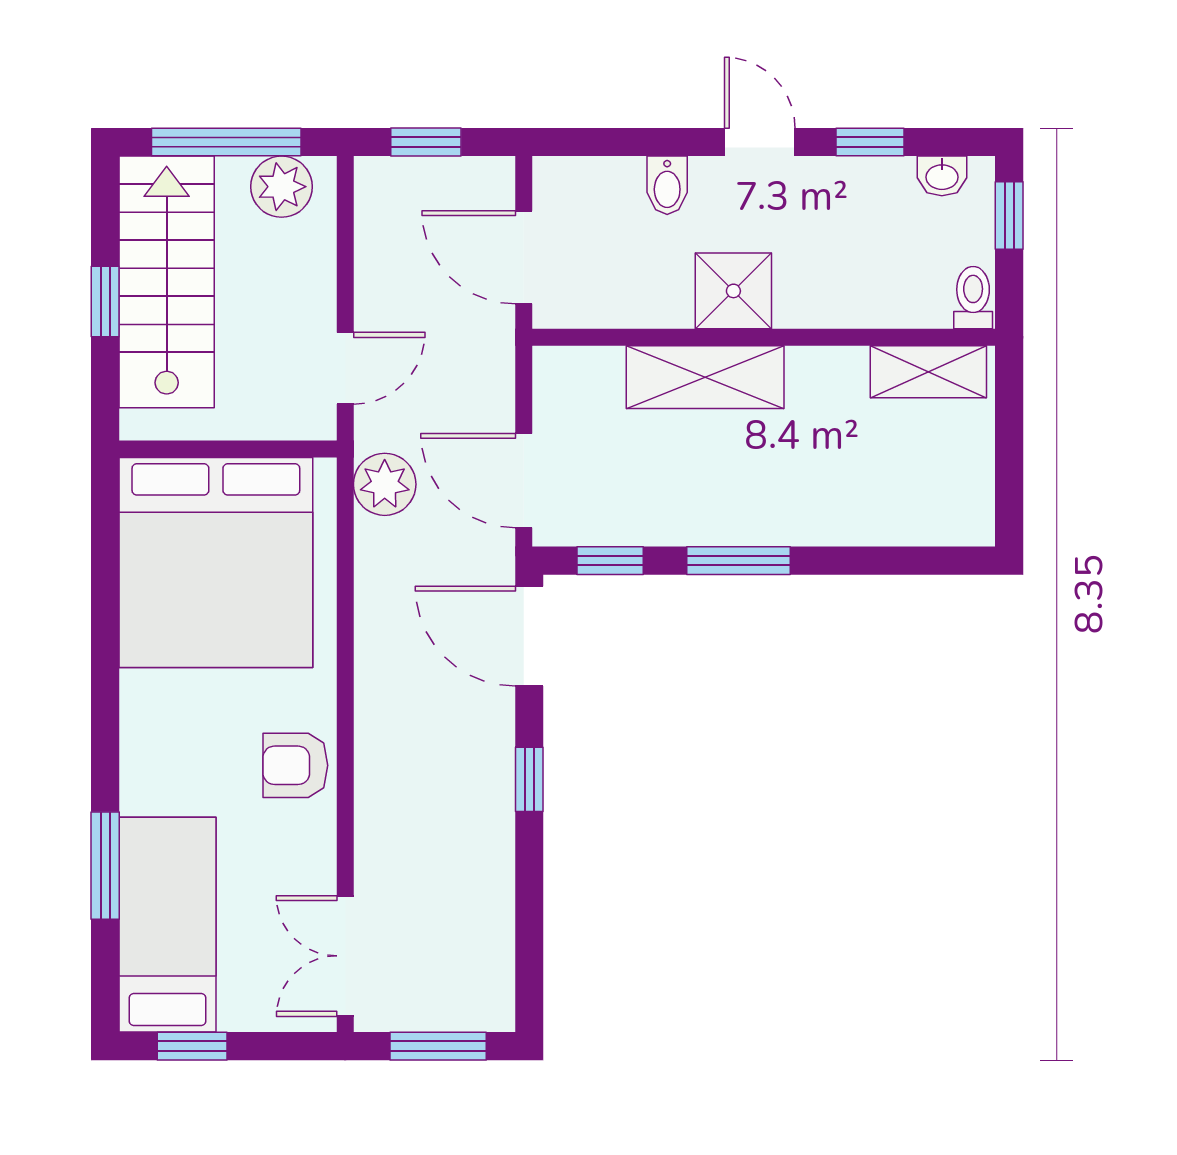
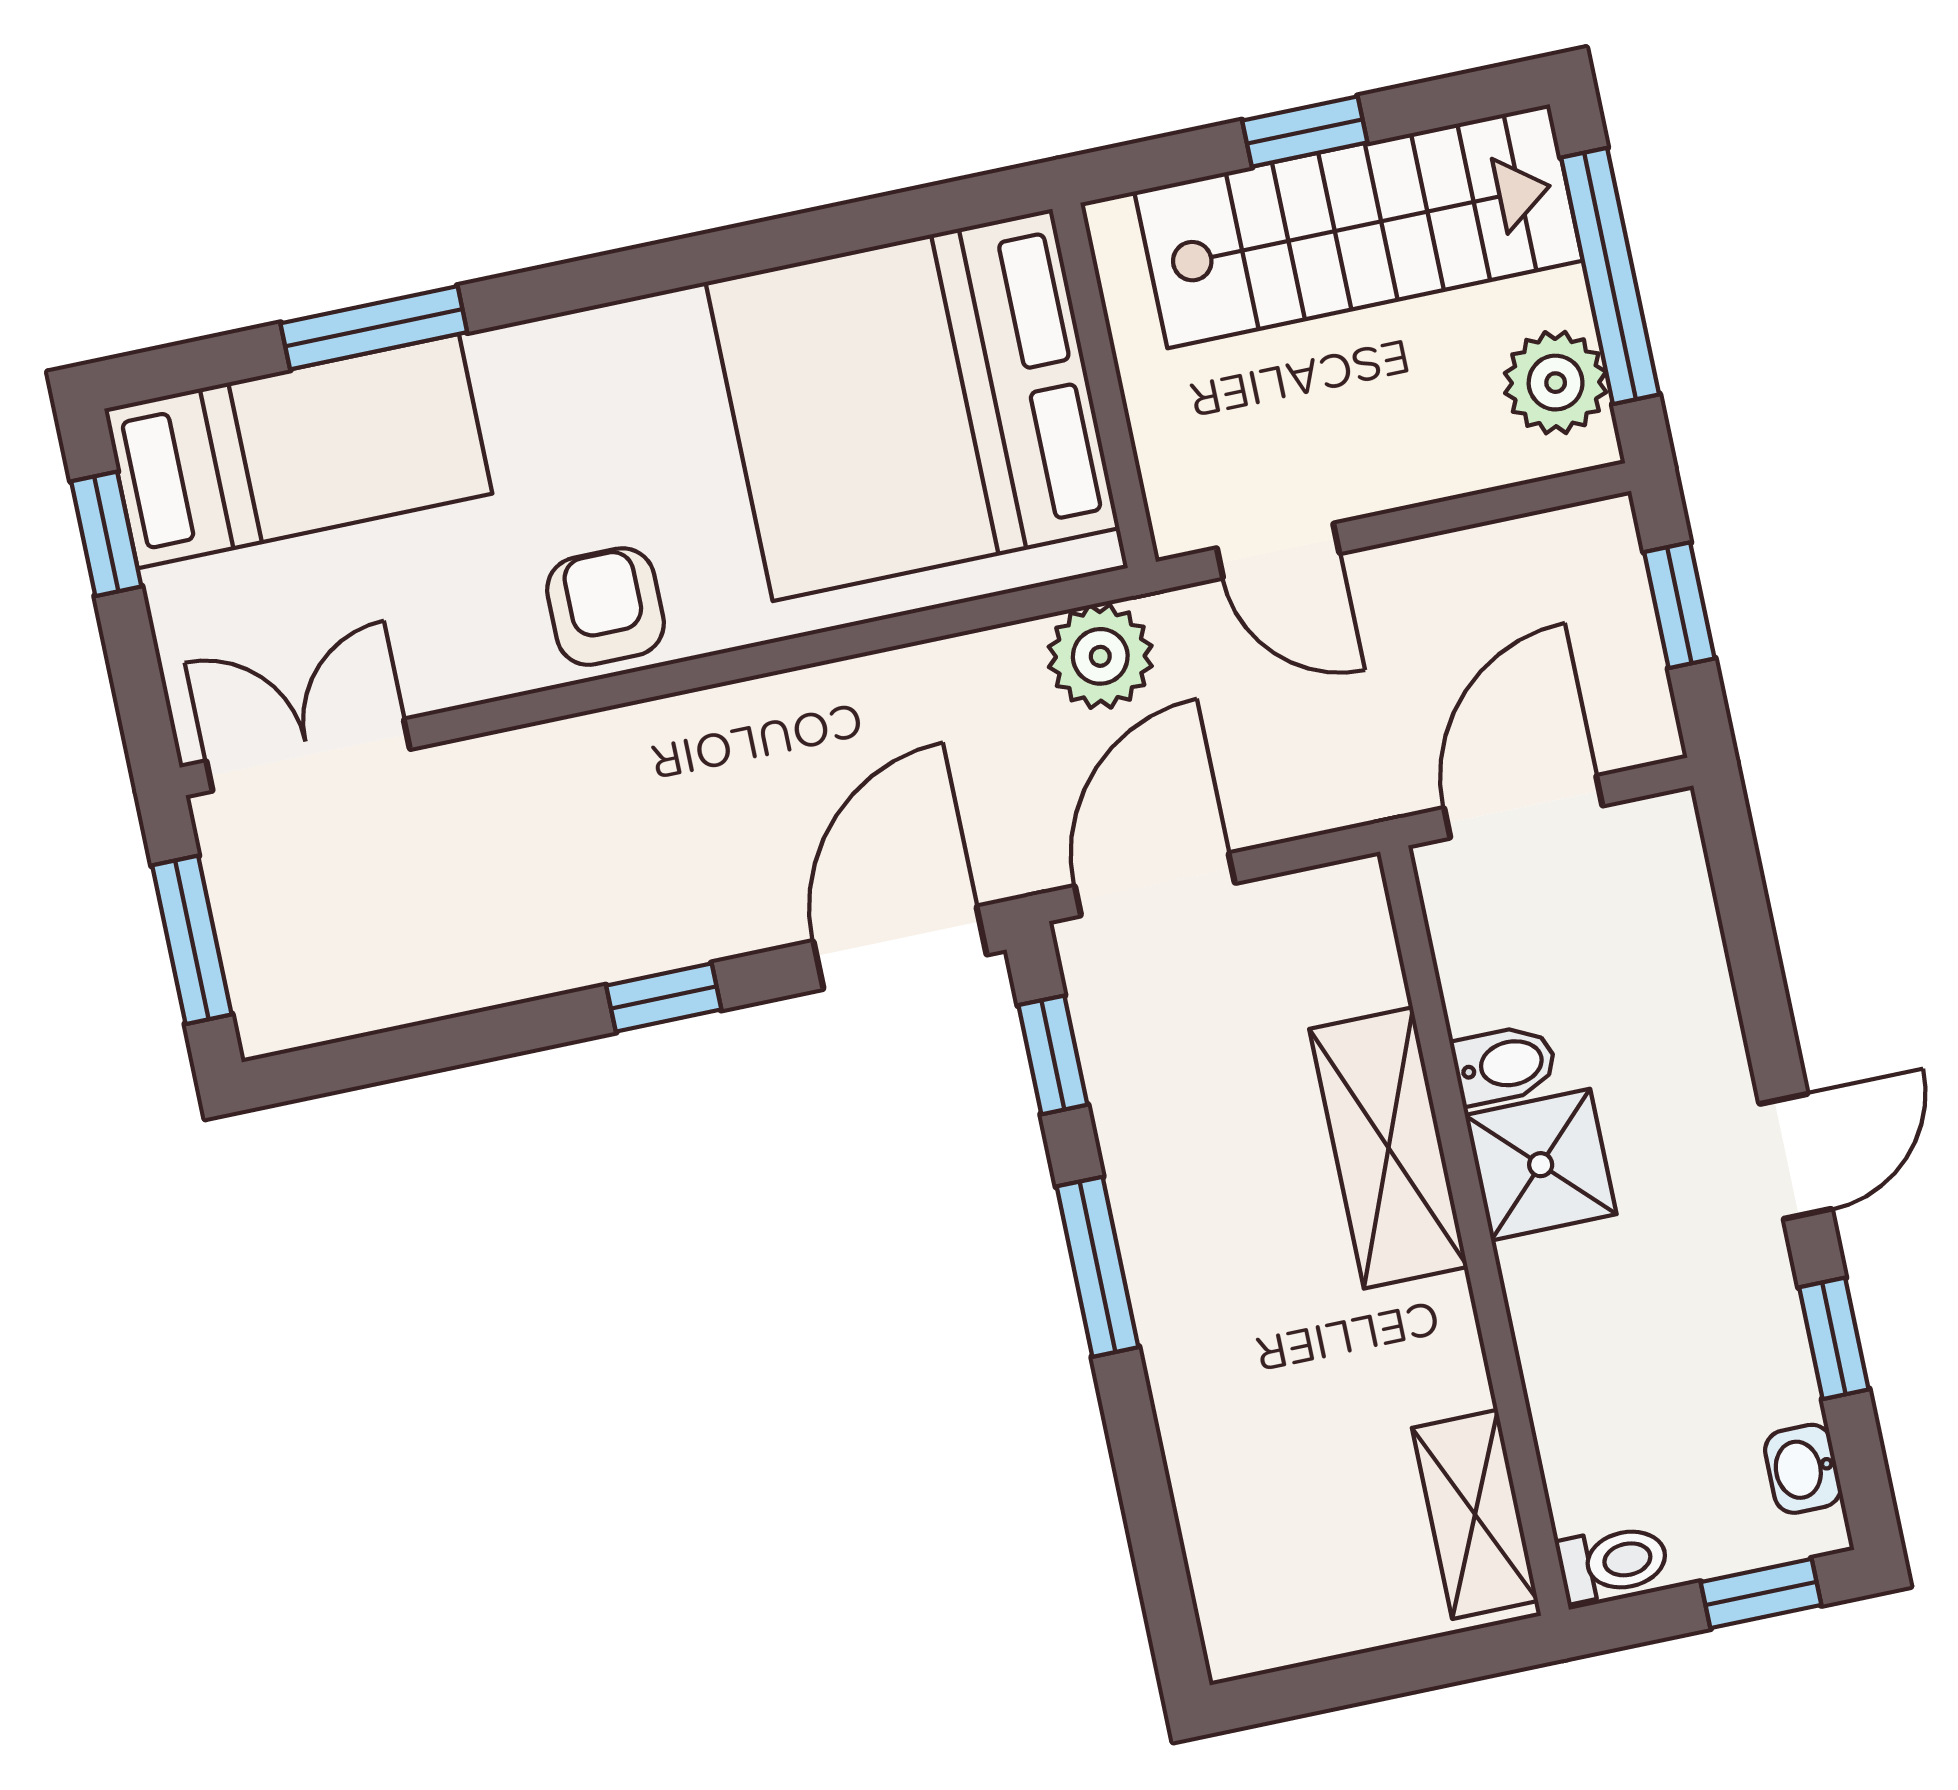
bidet: (667, 185) -> (1505, 1065), moved, turned 180

